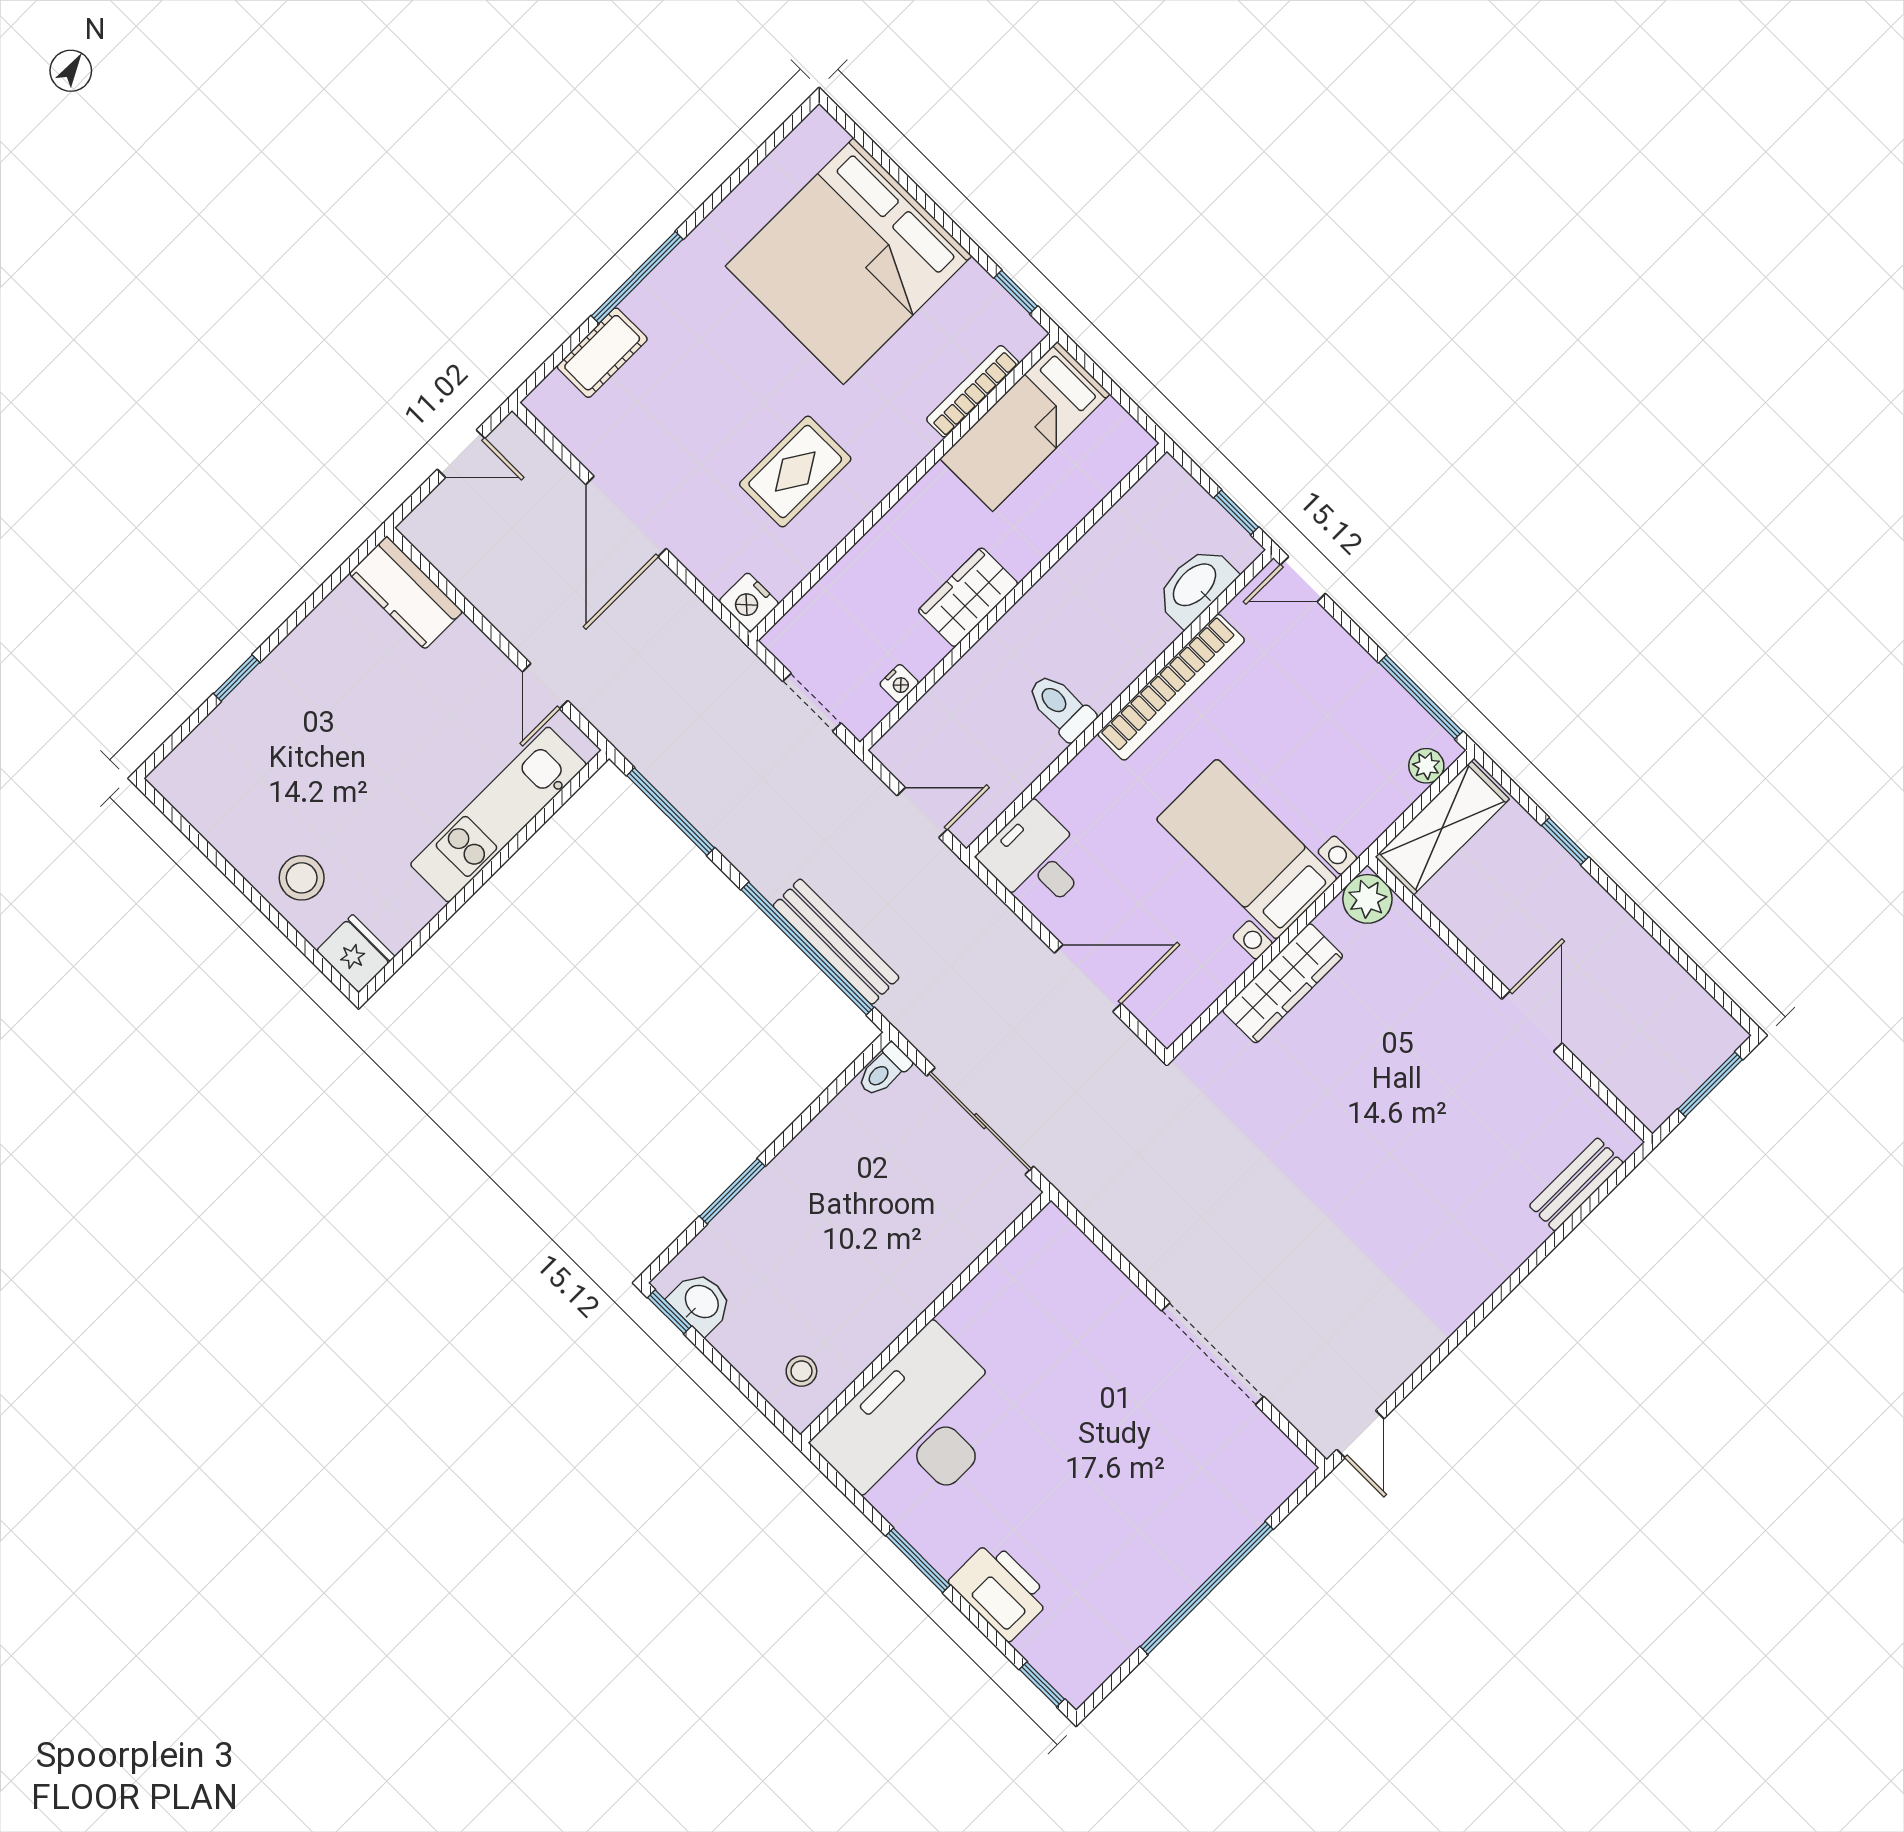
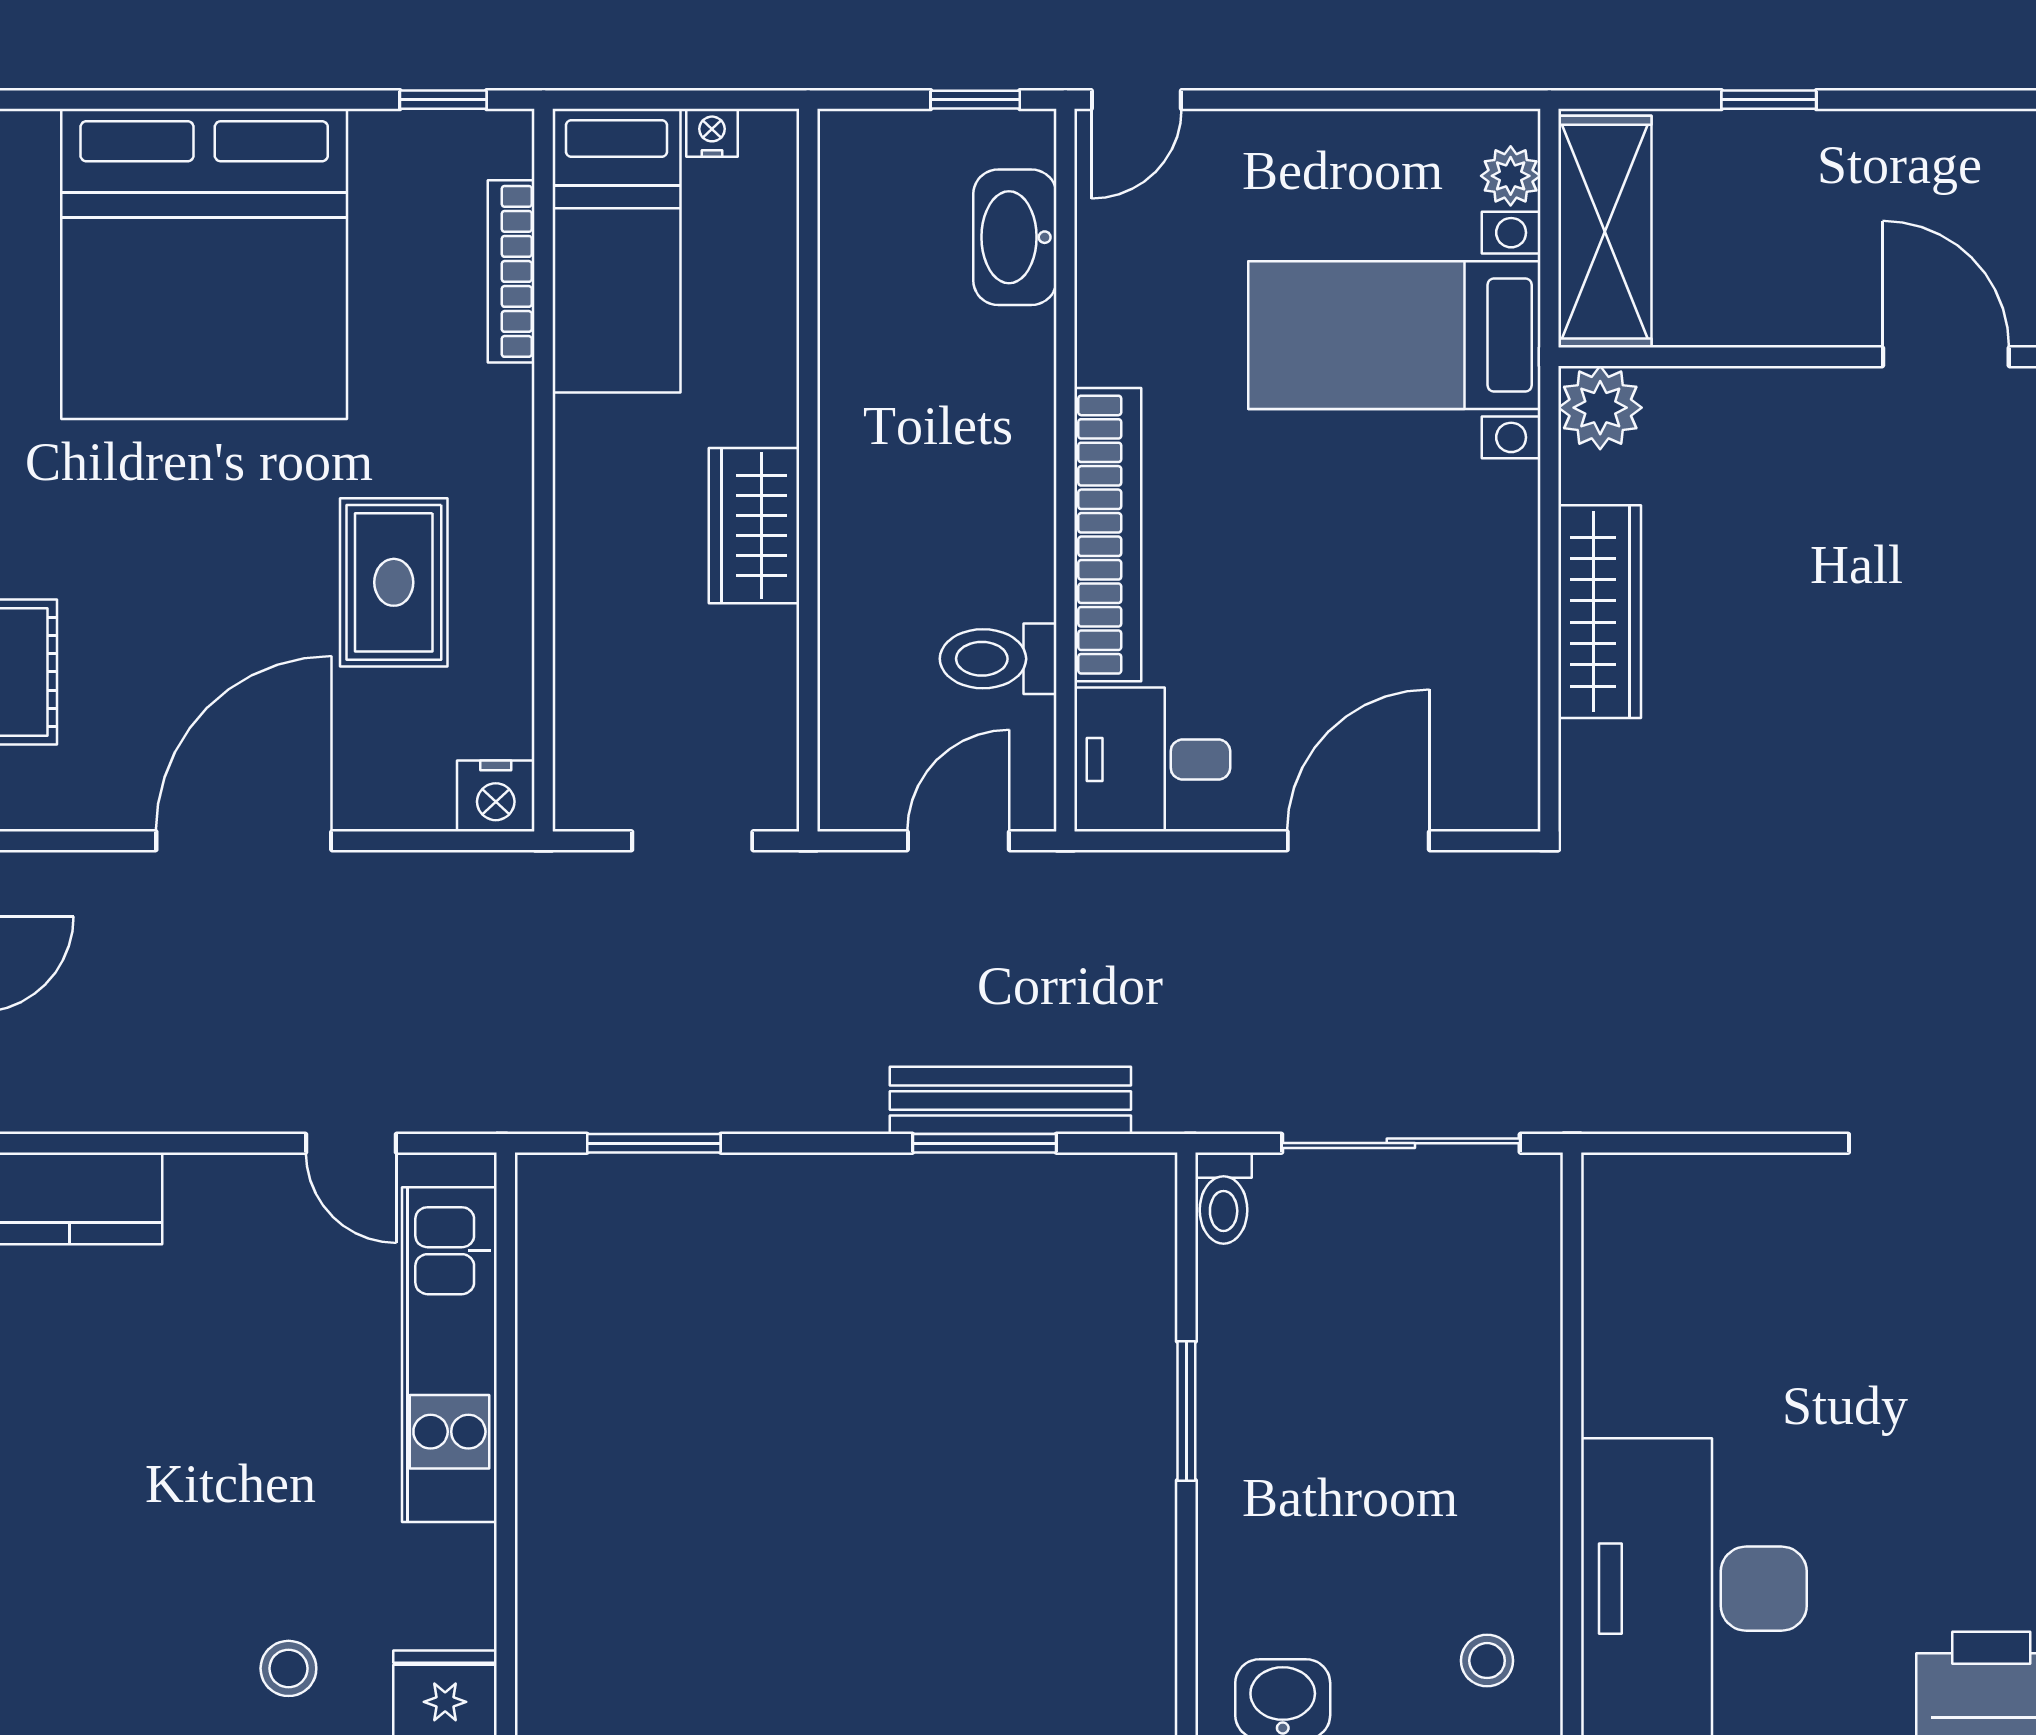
door: (626, 516) -> (244, 841), swing flipped
nightstand: (899, 683) -> (712, 133), moved, turned -90
bookcase: (1171, 687) -> (1108, 535), moved
window: (1421, 697) -> (1421, 100), removed
toilet: (1061, 707) -> (998, 659), moved
window: (671, 812) -> (654, 1143), width x0.69
bed with nightstands: (1247, 849) -> (1394, 335), moved
stool: (302, 878) -> (288, 1668), width x0.73, depth x0.73
window: (808, 949) -> (984, 1143), width x0.47
window: (732, 1191) -> (1186, 1411), moved

